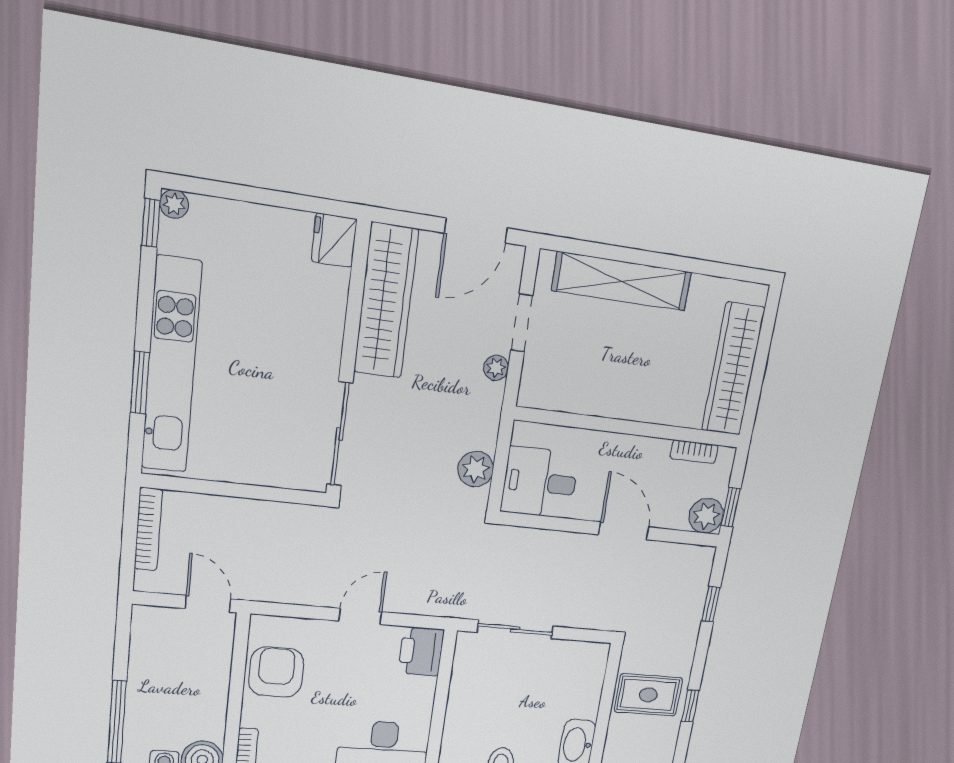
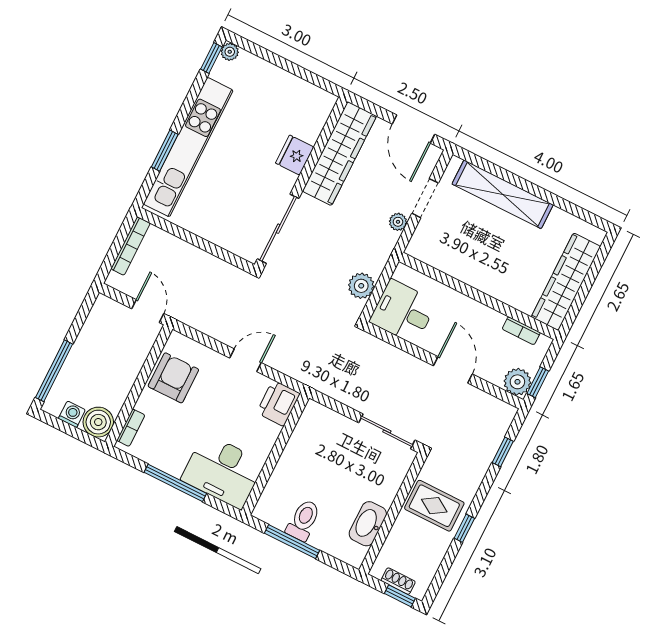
door: (476, 231) -> (414, 129), hinge flipped
fridge: (334, 240) -> (295, 155), moved
sliding door: (515, 629) -> (387, 431), moved

